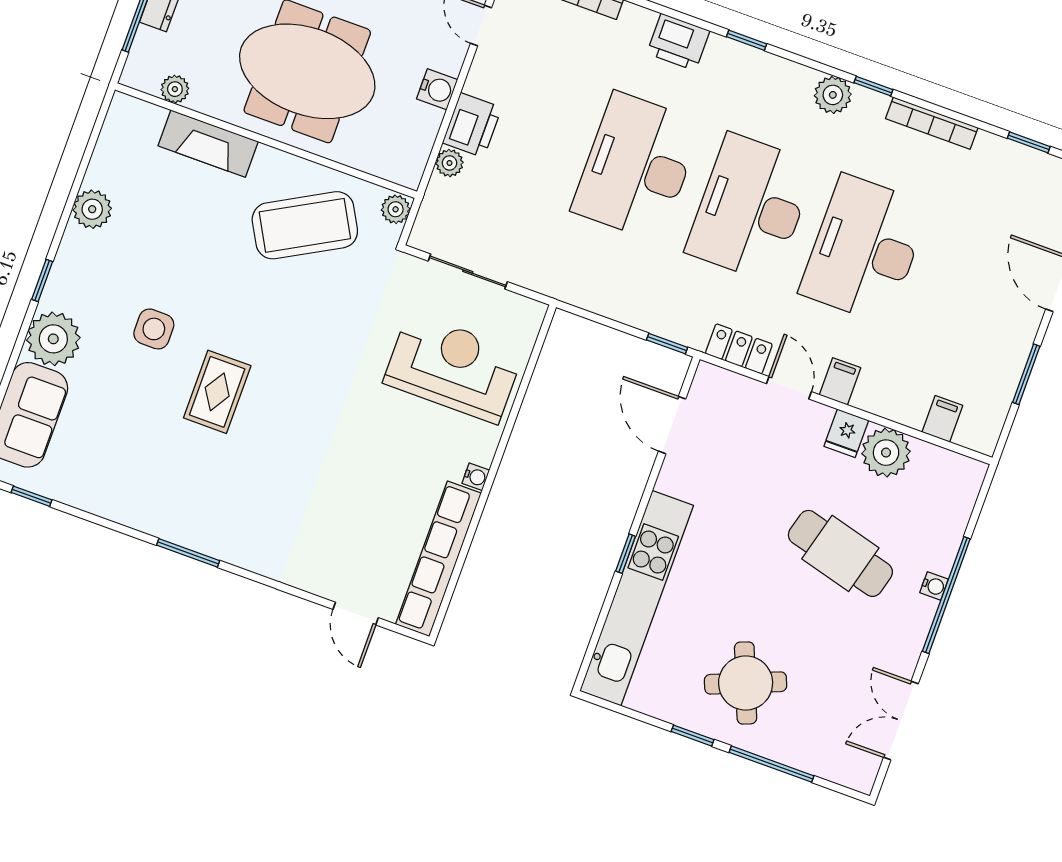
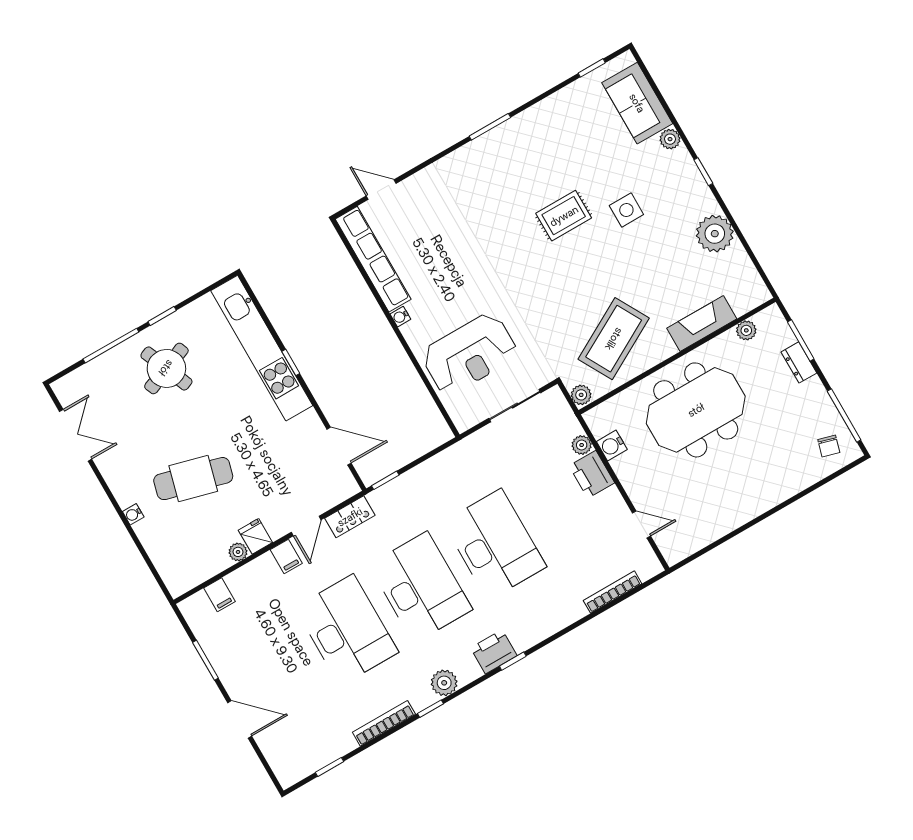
printer: (678, 42) -> (494, 652), moved
water cooler: (437, 89) -> (612, 445), moved
plant: (92, 209) -> (715, 234), width x1.36, depth x1.36
plant: (53, 339) -> (670, 139), width x0.53, depth x0.53
door: (789, 388) -> (306, 526), hinge flipped
rug: (217, 392) -> (564, 216), turned 90
plant: (886, 453) -> (238, 552), width x0.53, depth x0.53
window: (946, 595) -> (123, 517), removed

